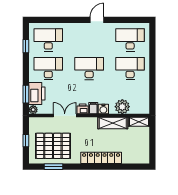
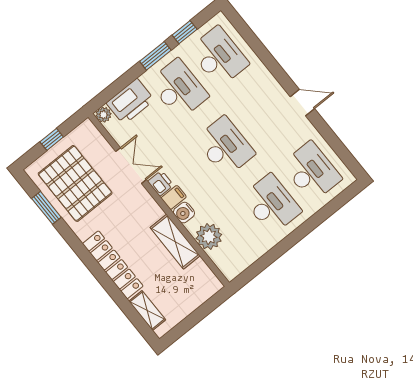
window: (26, 94) -> (155, 56), moved
shelving: (139, 122) -> (147, 310), moved

